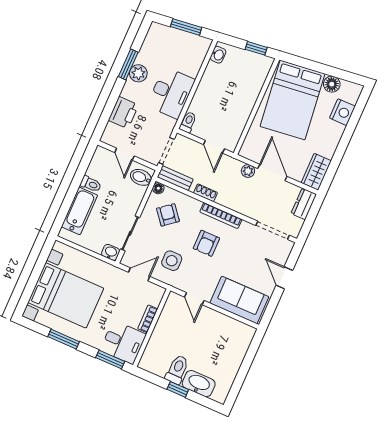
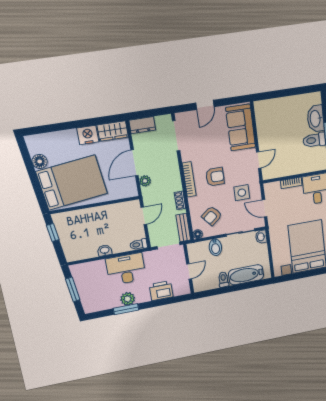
washbasin: (218, 55) -> (105, 250), moved
nightstand: (342, 112) -> (88, 135), moved
bidet: (141, 177) -> (215, 247), moved

